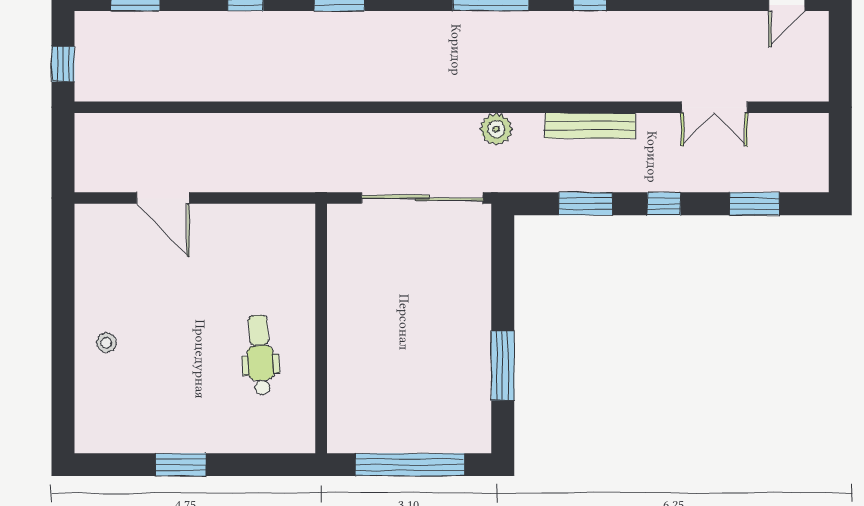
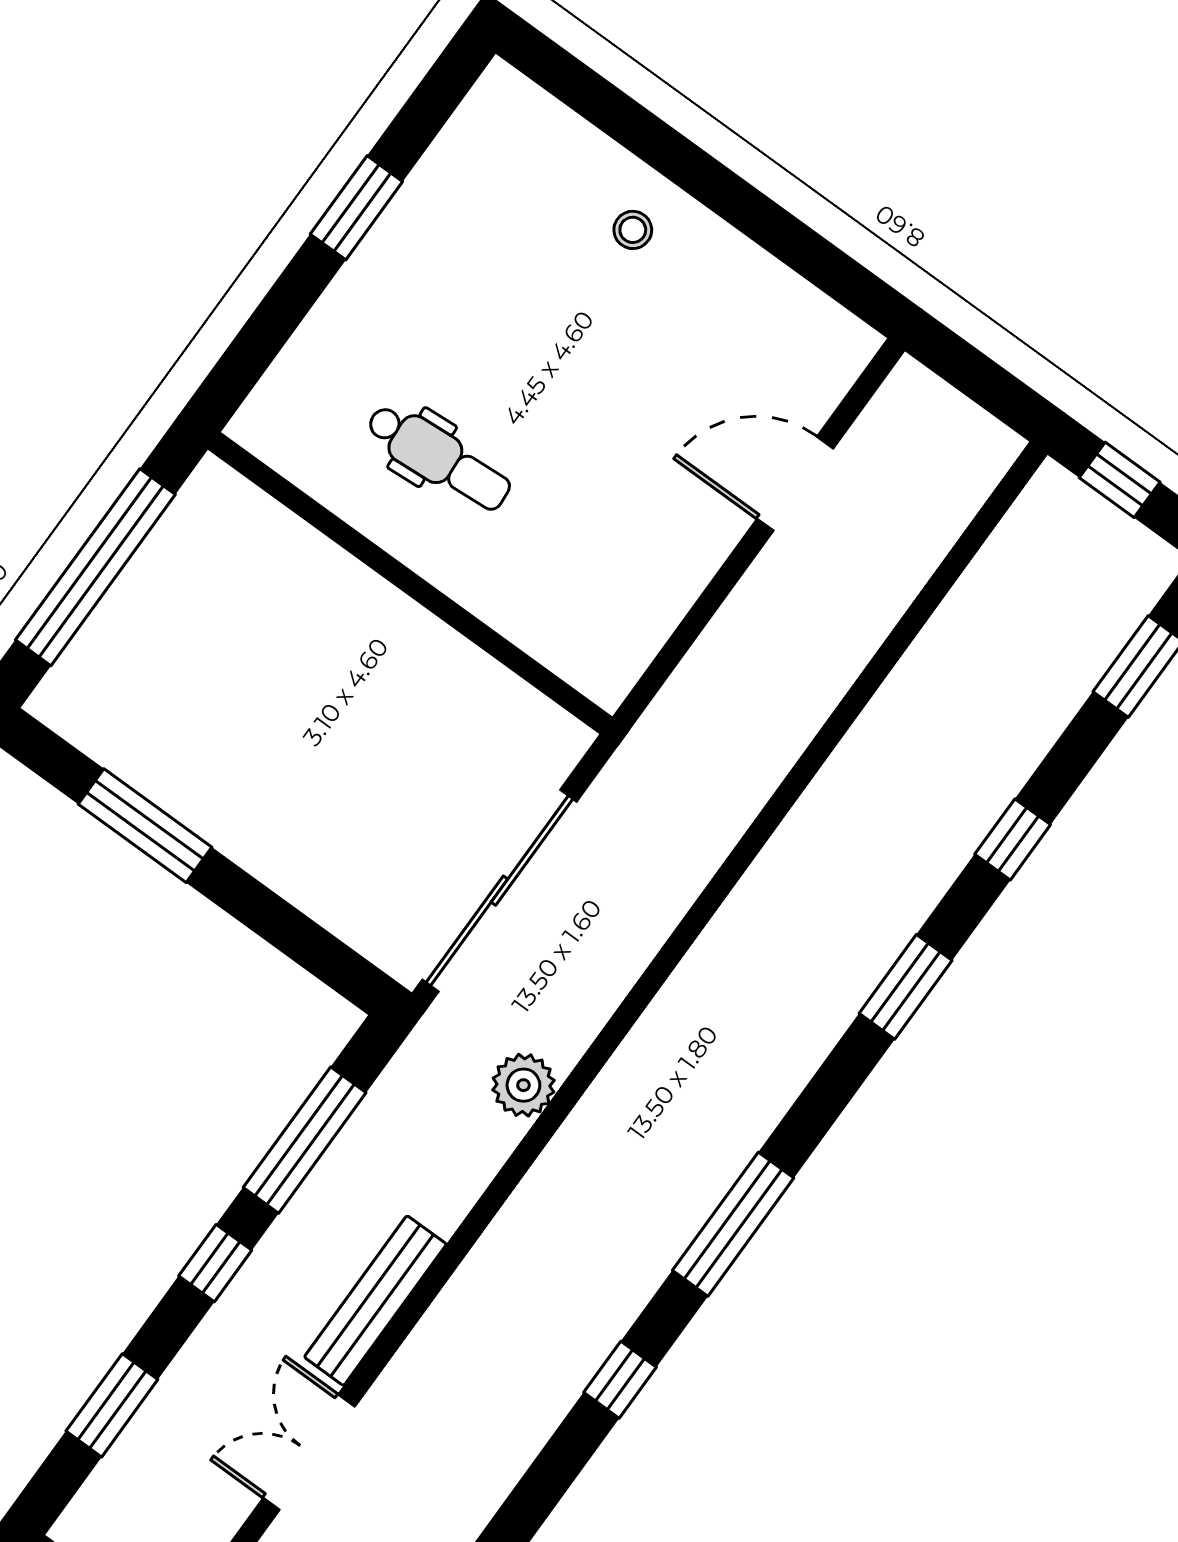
bench: (590, 126) -> (375, 1301), moved
window: (585, 204) -> (305, 1140), width x1.44

